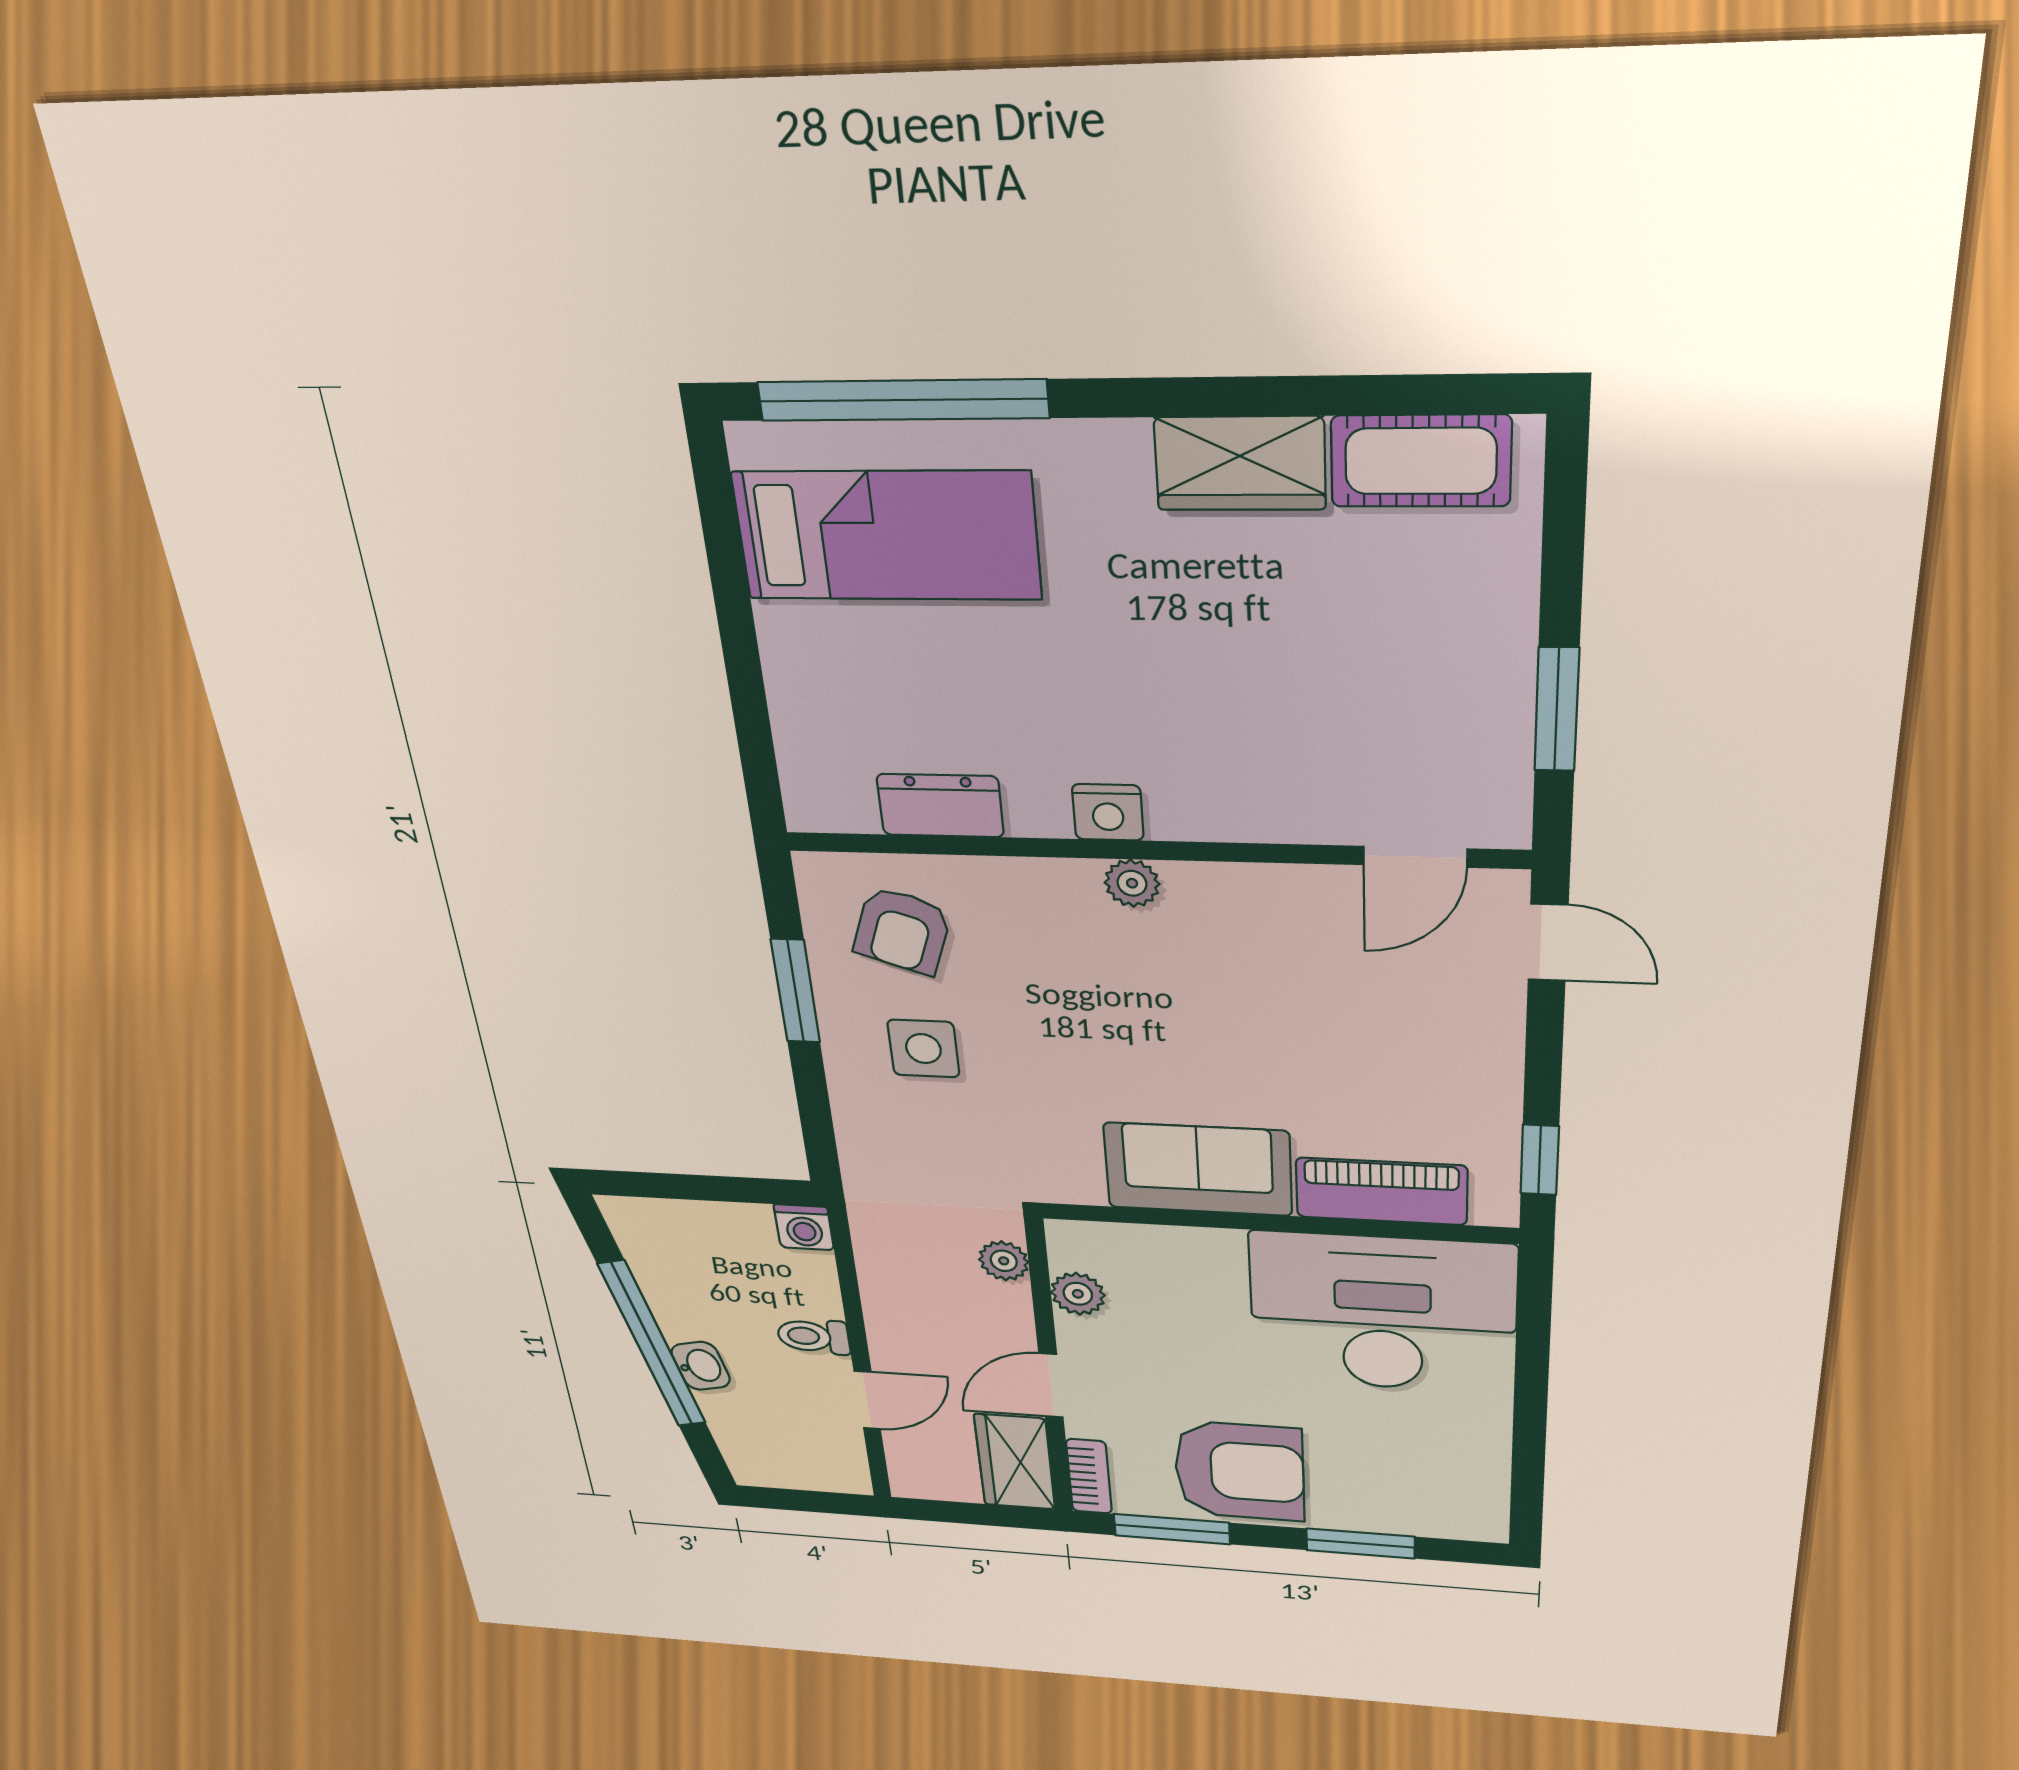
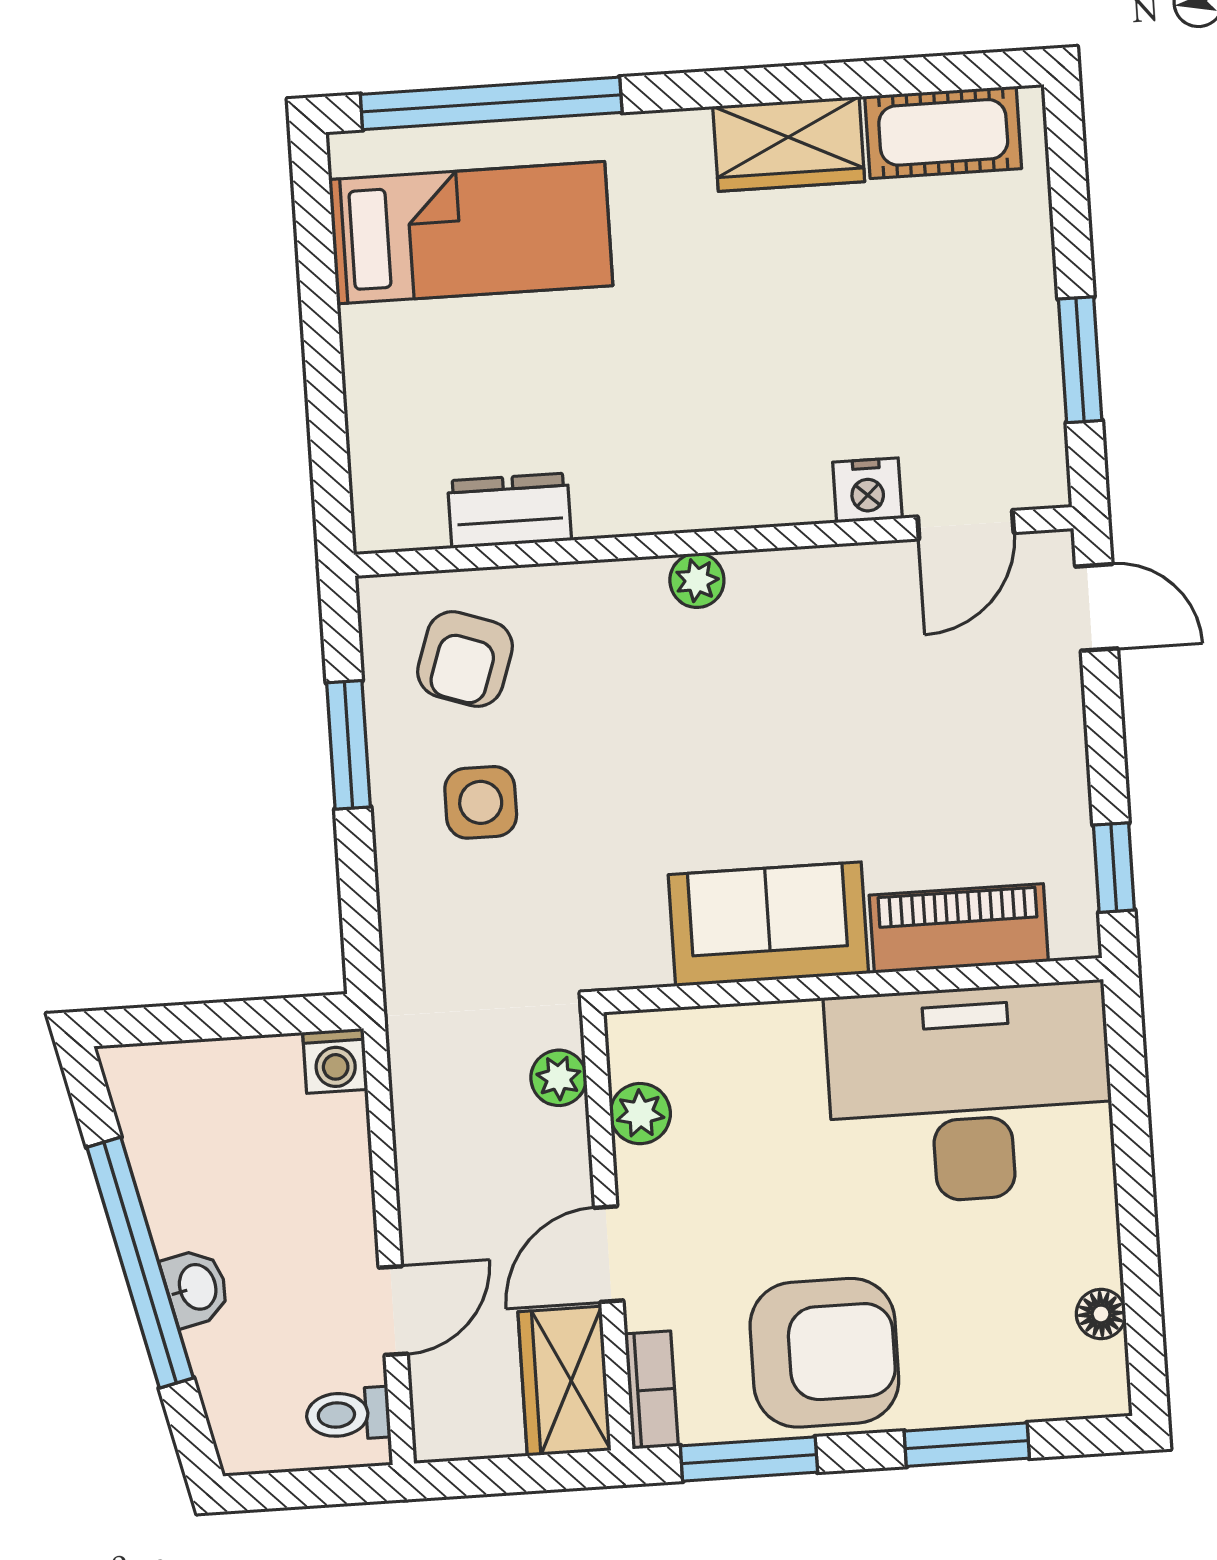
nightstand: (1108, 812) -> (867, 490), moved
toilet: (813, 1336) -> (348, 1414), moved
floor lamp: (1489, 1476) -> (1101, 1314), added

